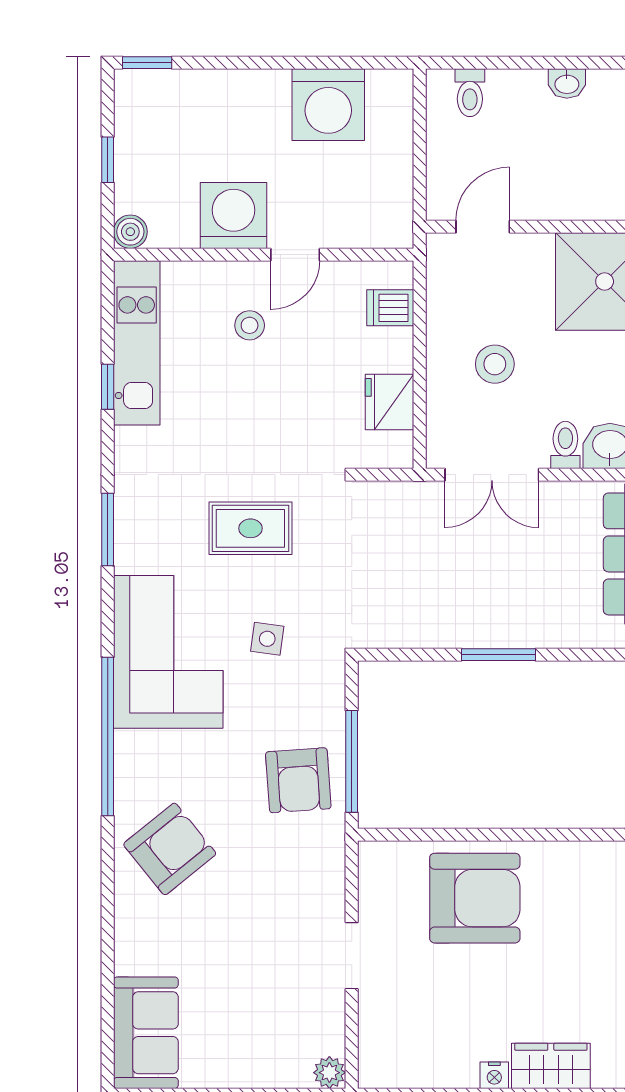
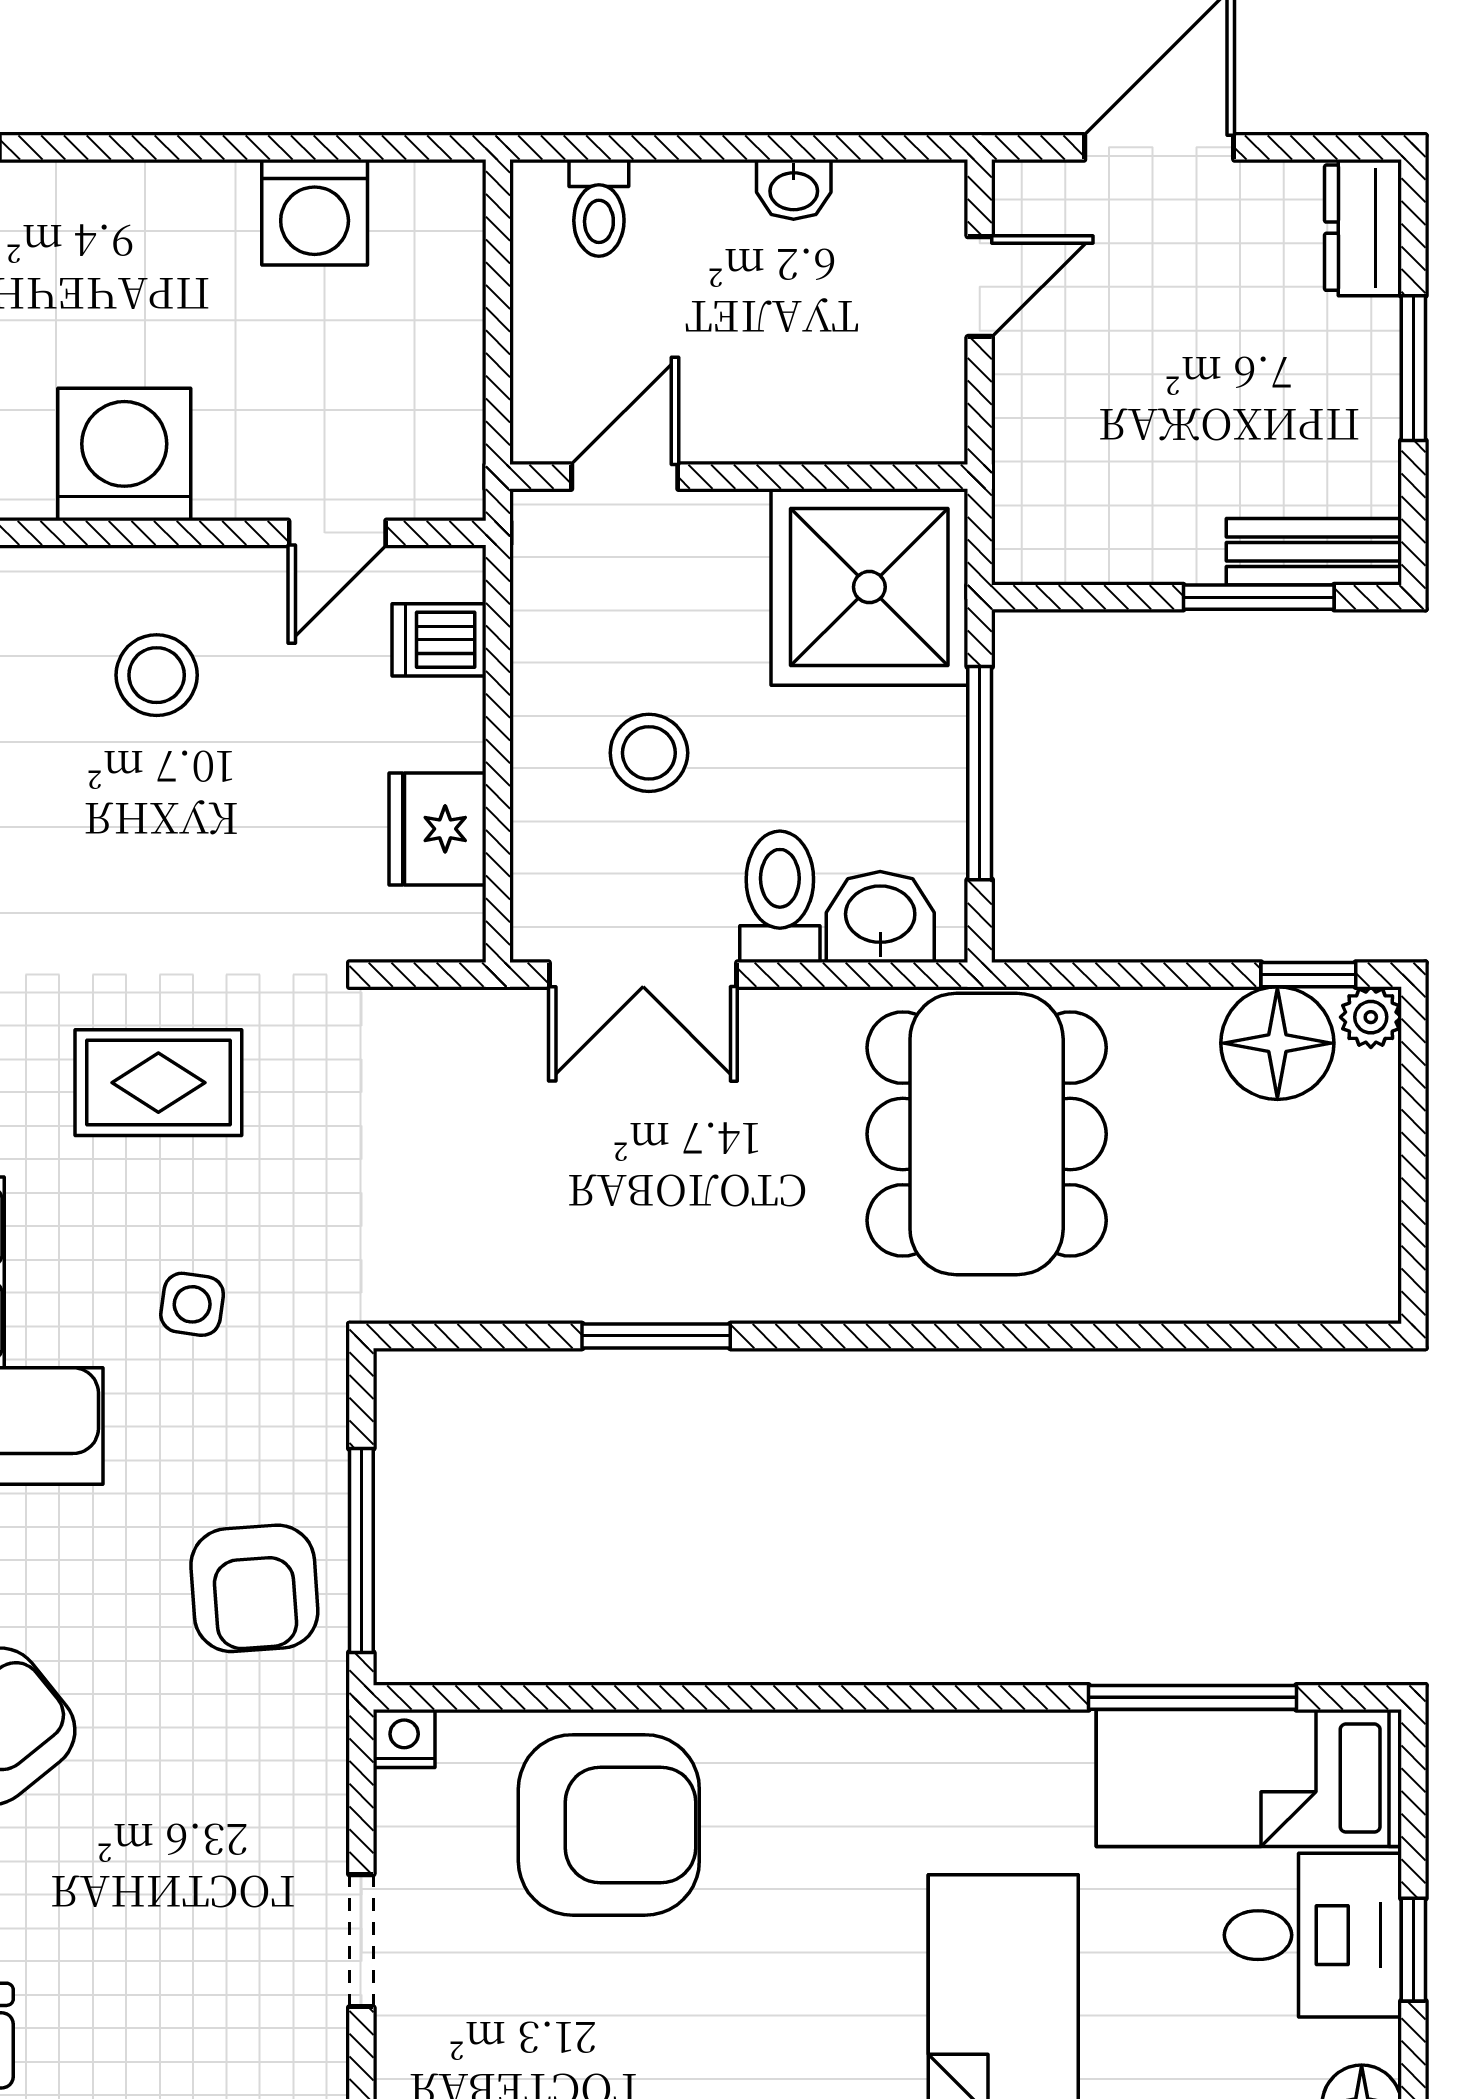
washing machine: (328, 105) -> (315, 212), width x0.73, depth x0.73
door: (295, 255) -> (337, 533), moved
stool: (250, 325) -> (157, 675), width x1.37, depth x1.37
toilet: (565, 445) -> (780, 897), width x1.37, depth x1.39
nightstand: (373, 855) -> (404, 1738), added

